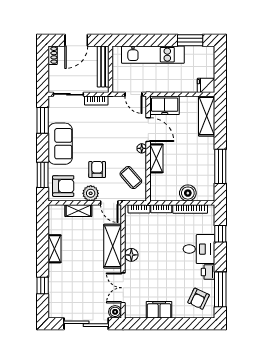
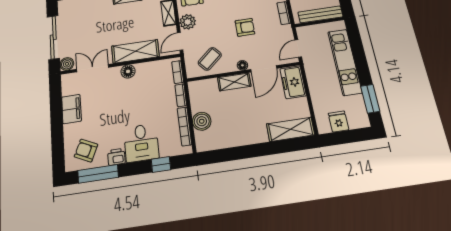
fridge: (206, 85) -> (338, 122), moved
window: (220, 166) -> (237, 153), removed
armchair: (97, 169) -> (245, 27), moved

